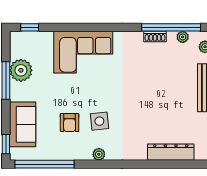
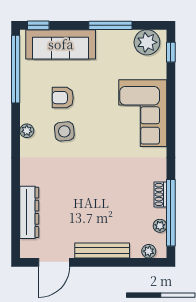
plant: (21, 70) -> (147, 42), moved
sofa: (23, 124) -> (61, 44), width x1.36

